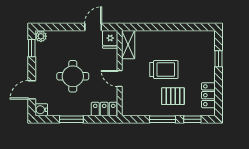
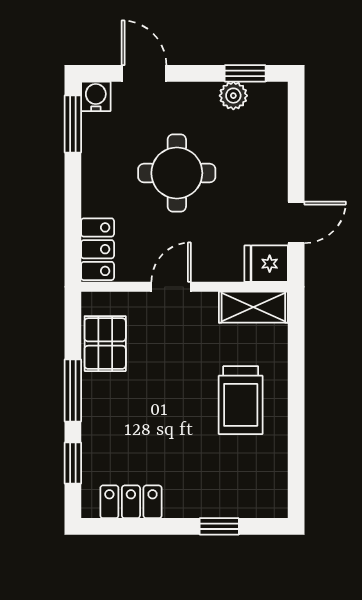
door: (93, 27) -> (296, 222), hinge flipped
plant: (41, 36) -> (233, 96), moved
trolley: (164, 70) -> (241, 400), moved
pallet: (173, 96) -> (105, 344), moved
window: (71, 119) -> (73, 124), moved

